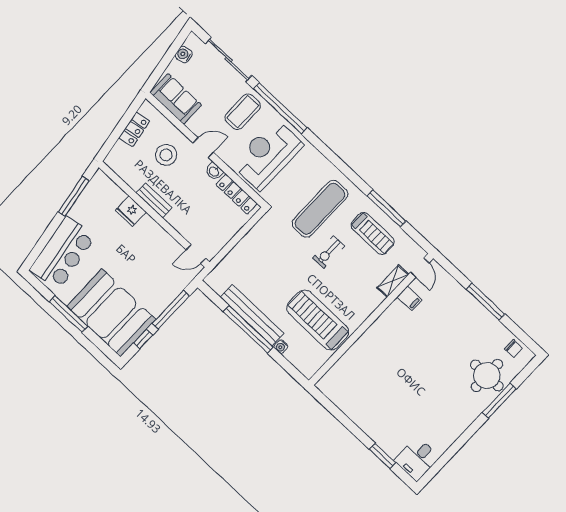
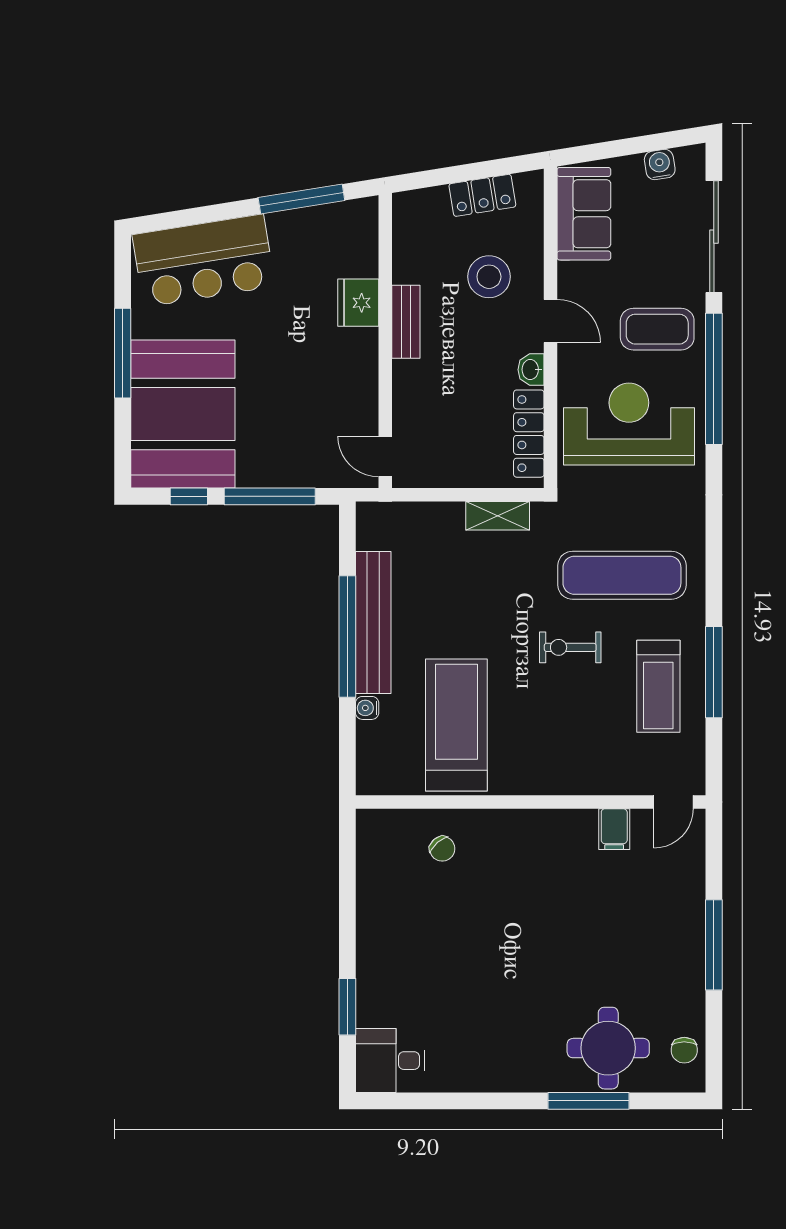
shelving: (393, 281) -> (498, 516), moved
chair: (358, 367) -> (442, 849), added

